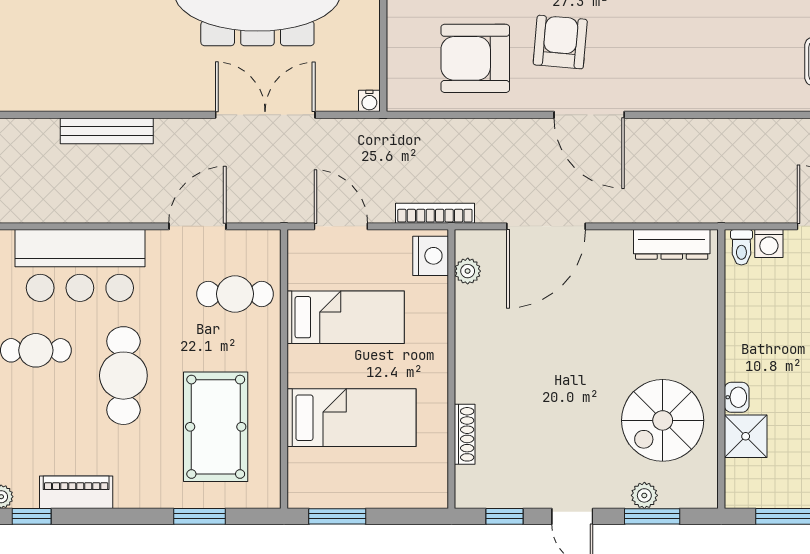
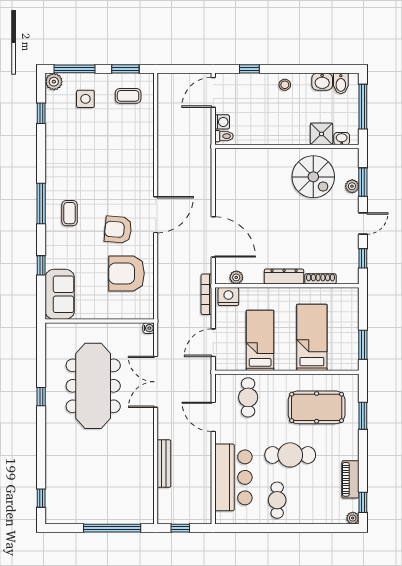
armchair: (475, 58) -> (127, 273), turned 90
dresser: (672, 244) -> (284, 276), moved, turned -90
washbasin: (737, 397) -> (342, 139), moved

